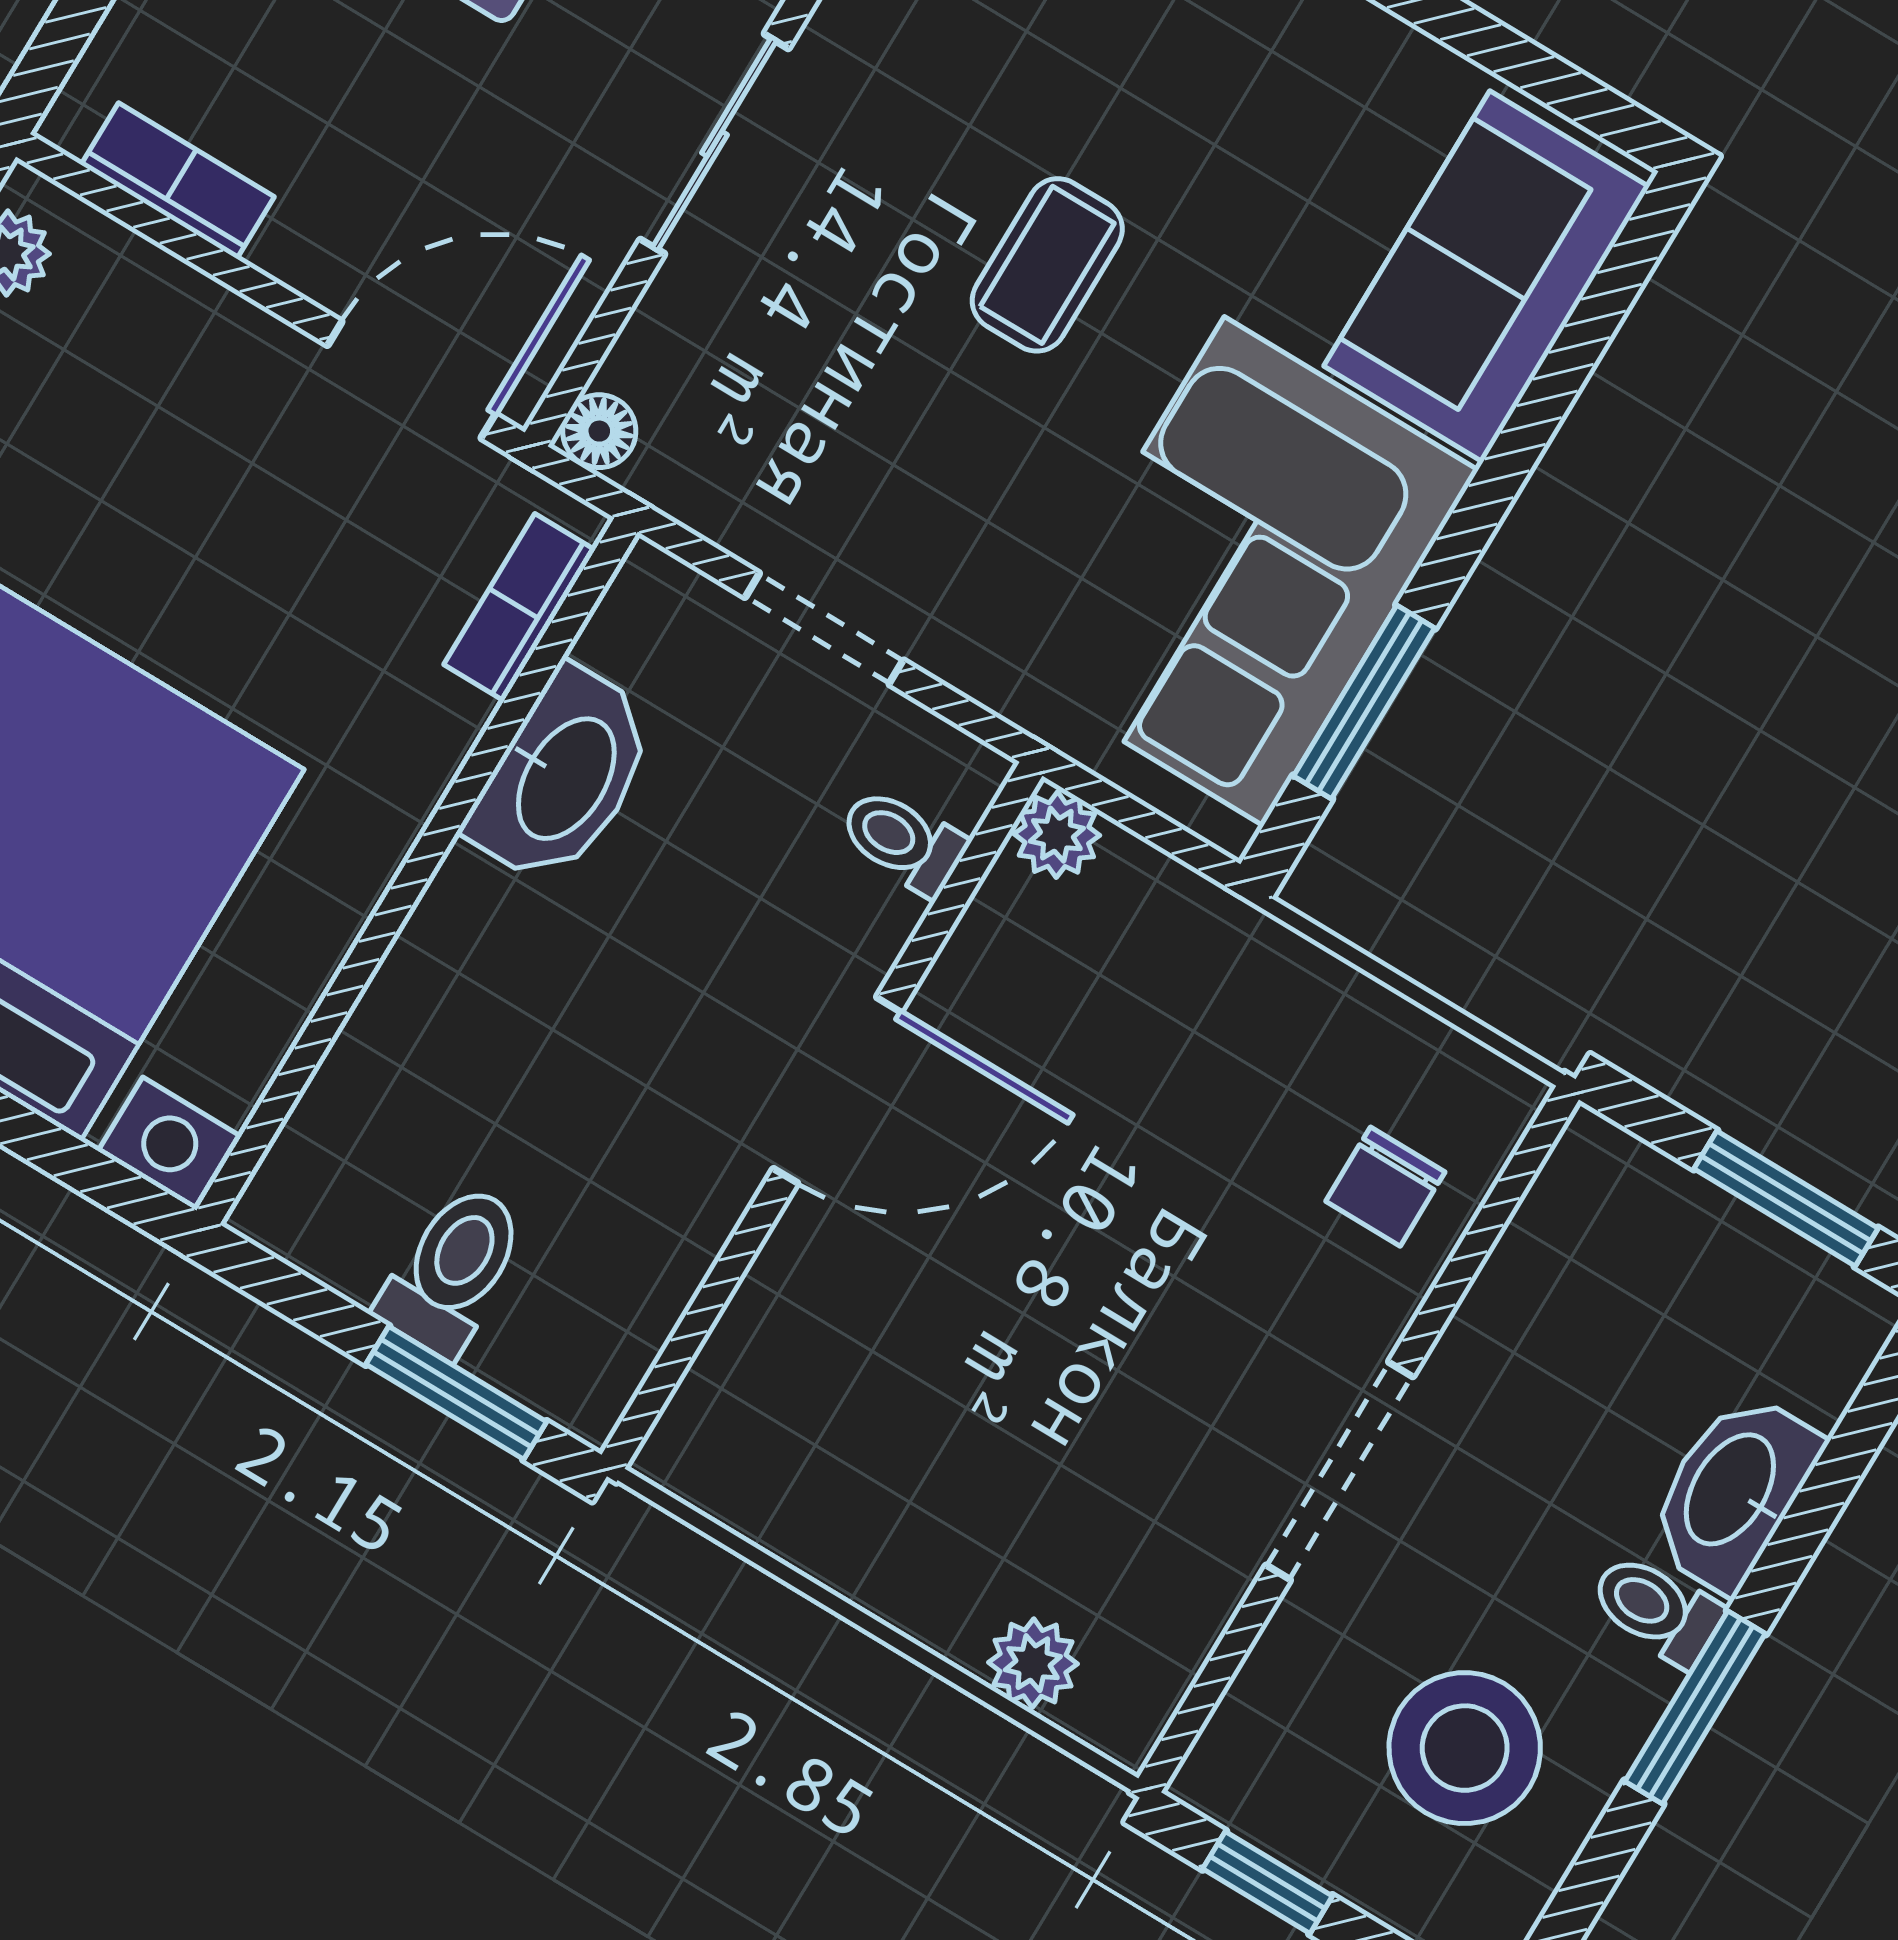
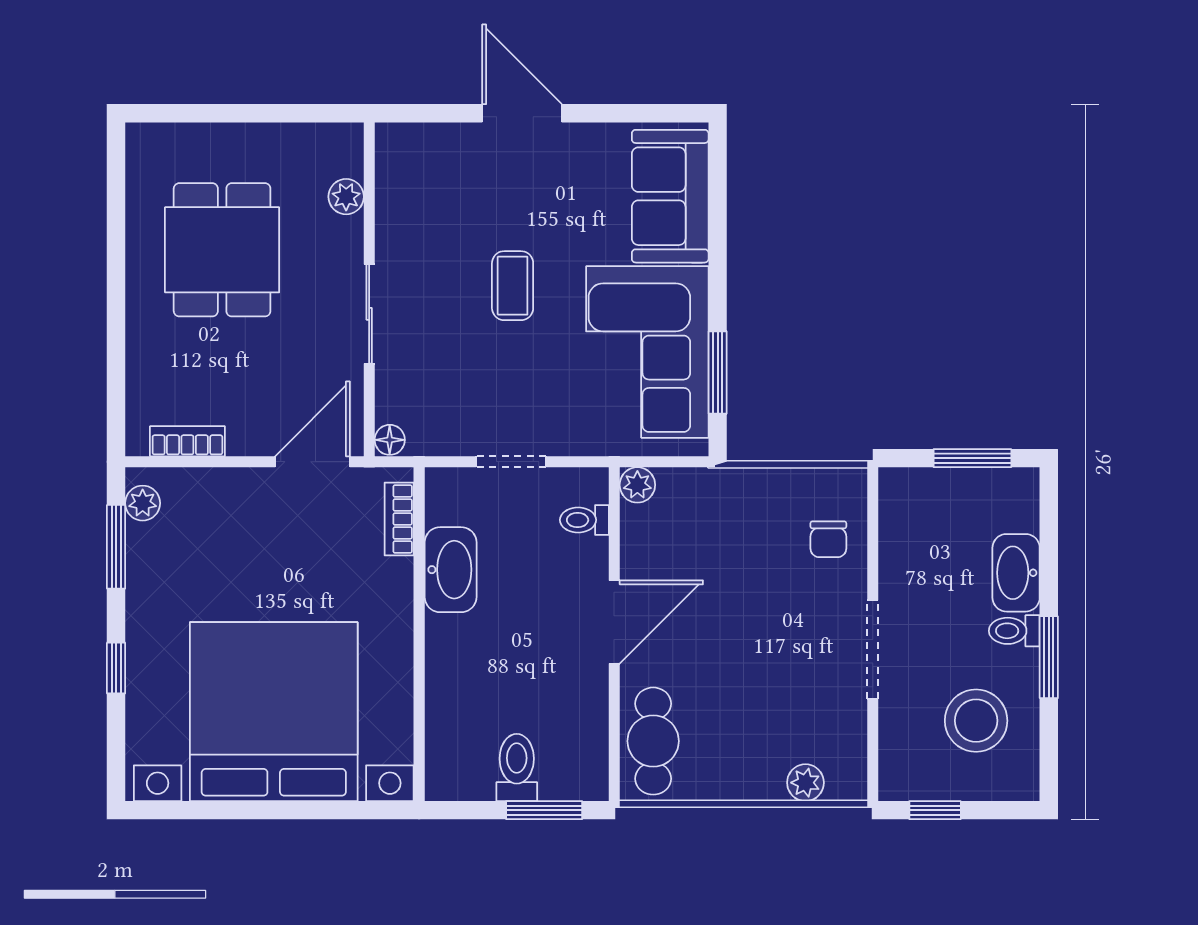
cafe table: (769, 1386) -> (653, 741), added

